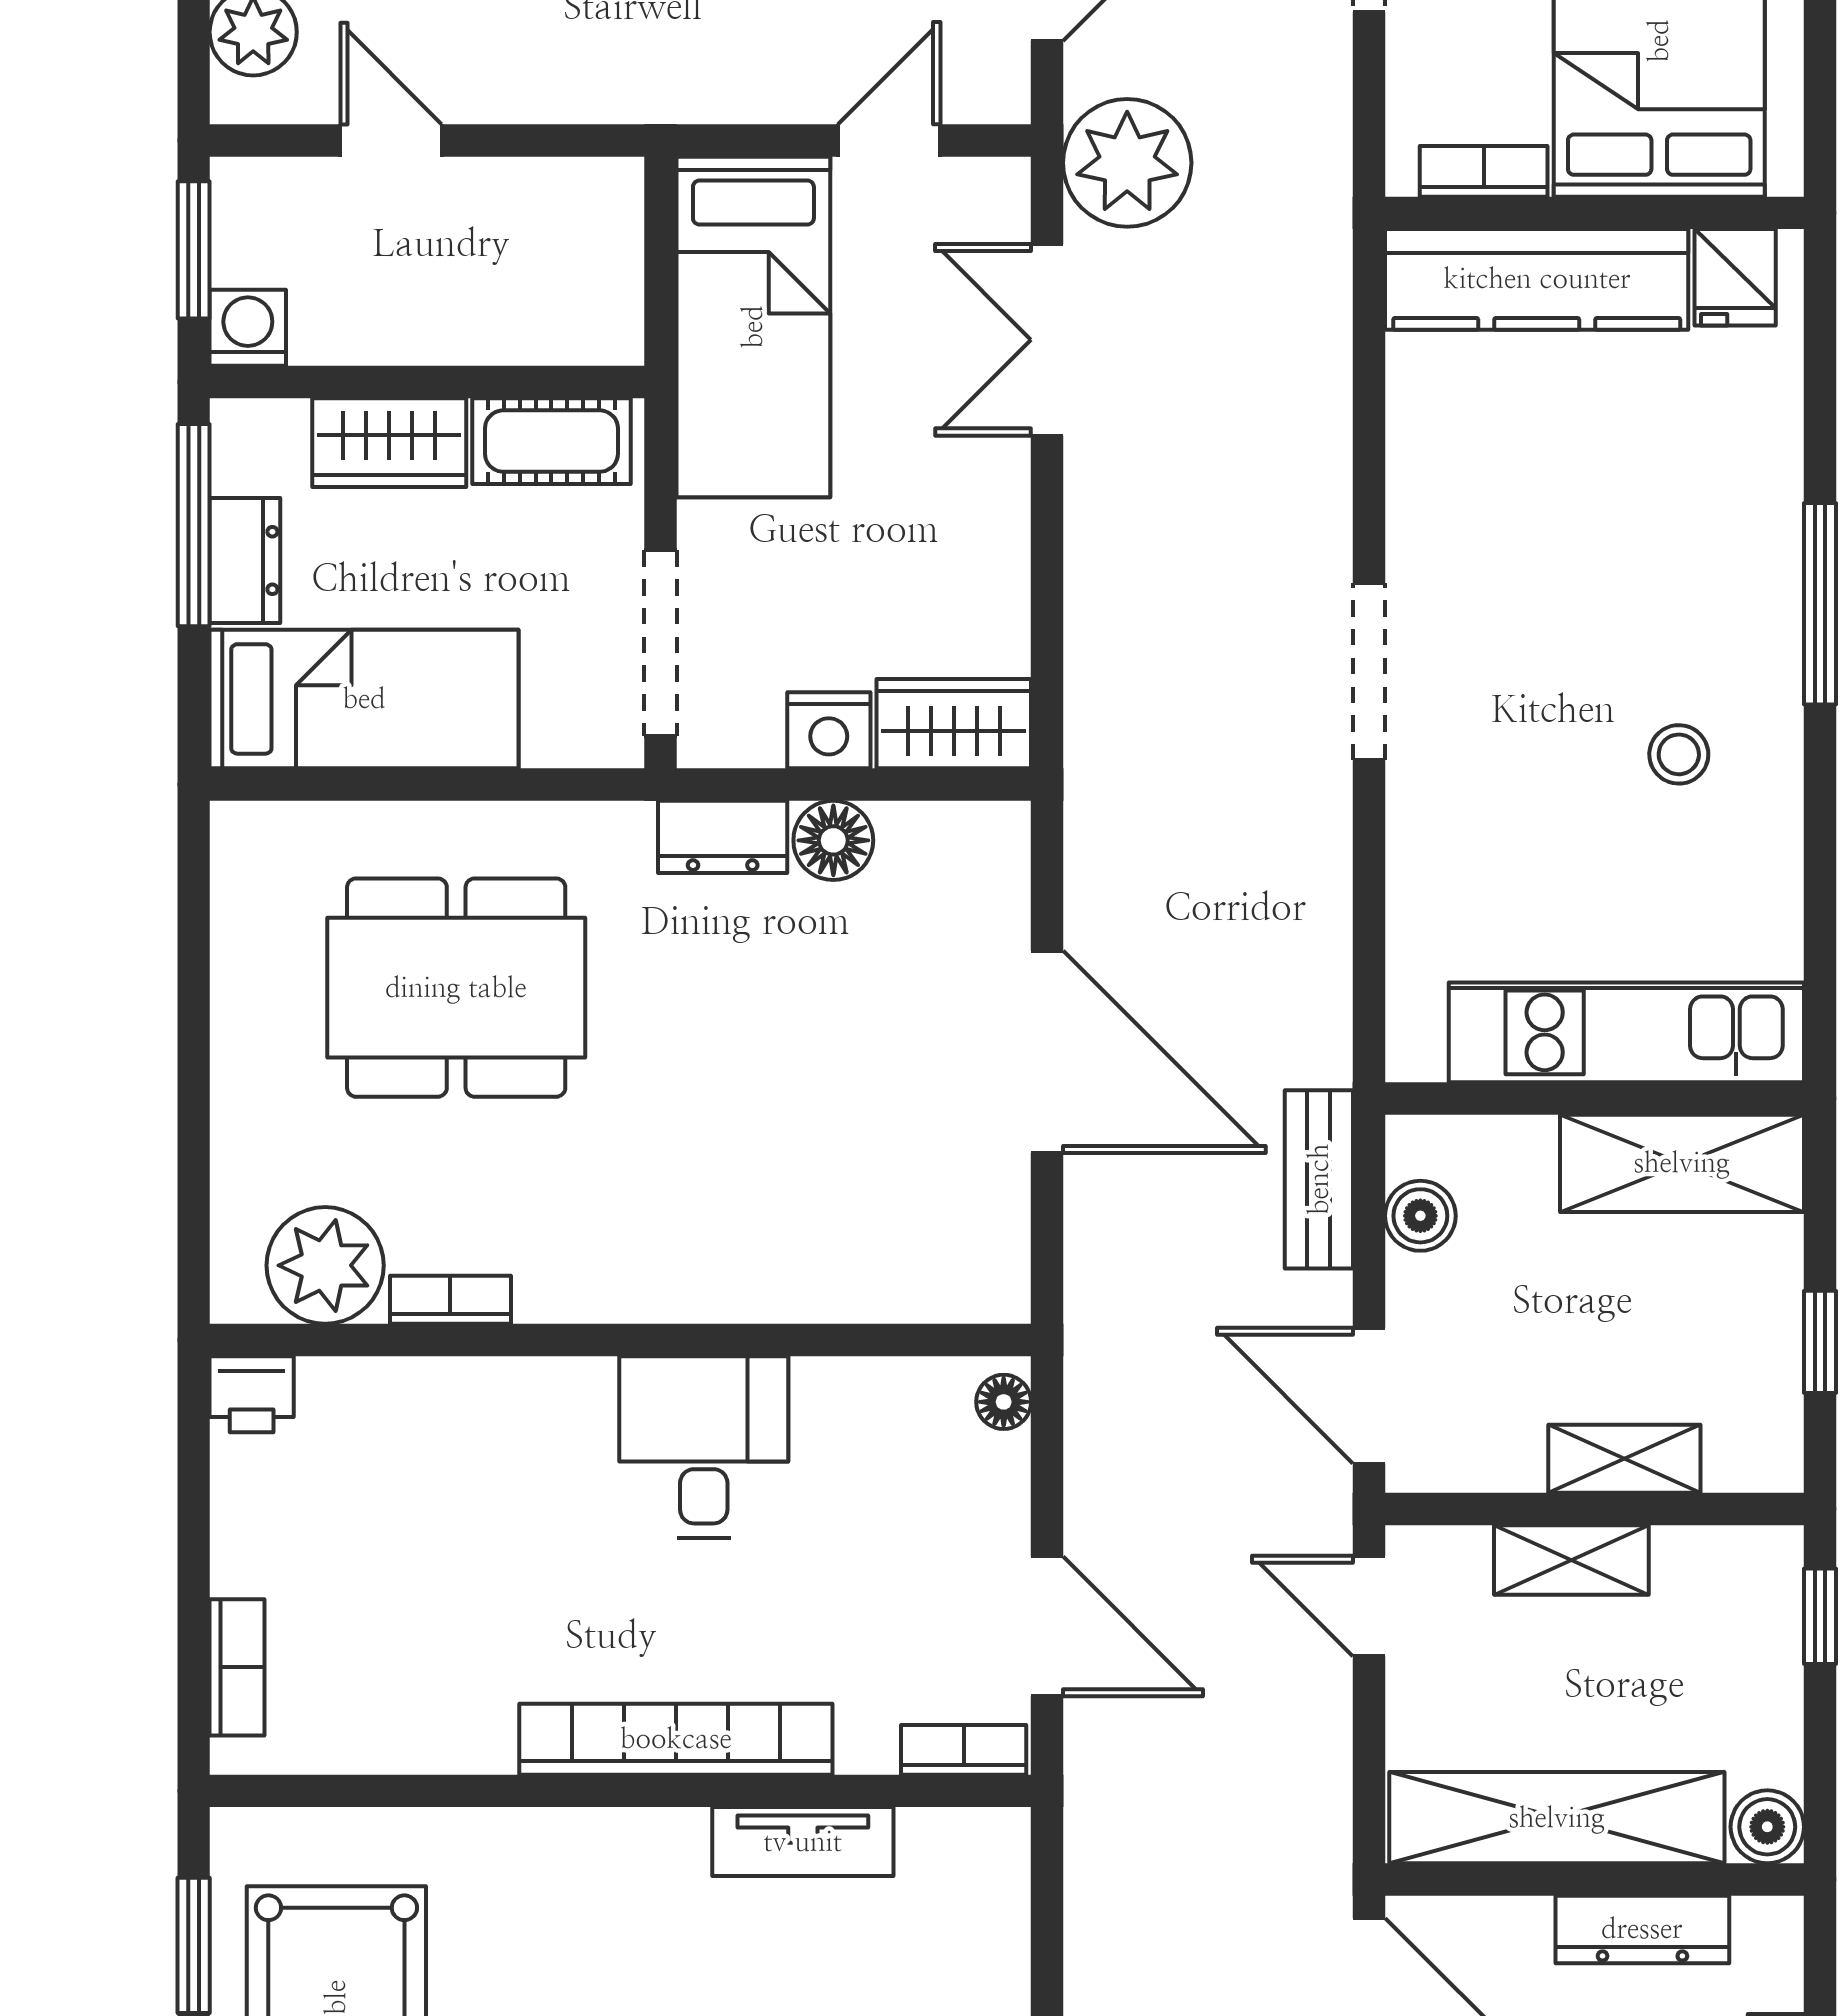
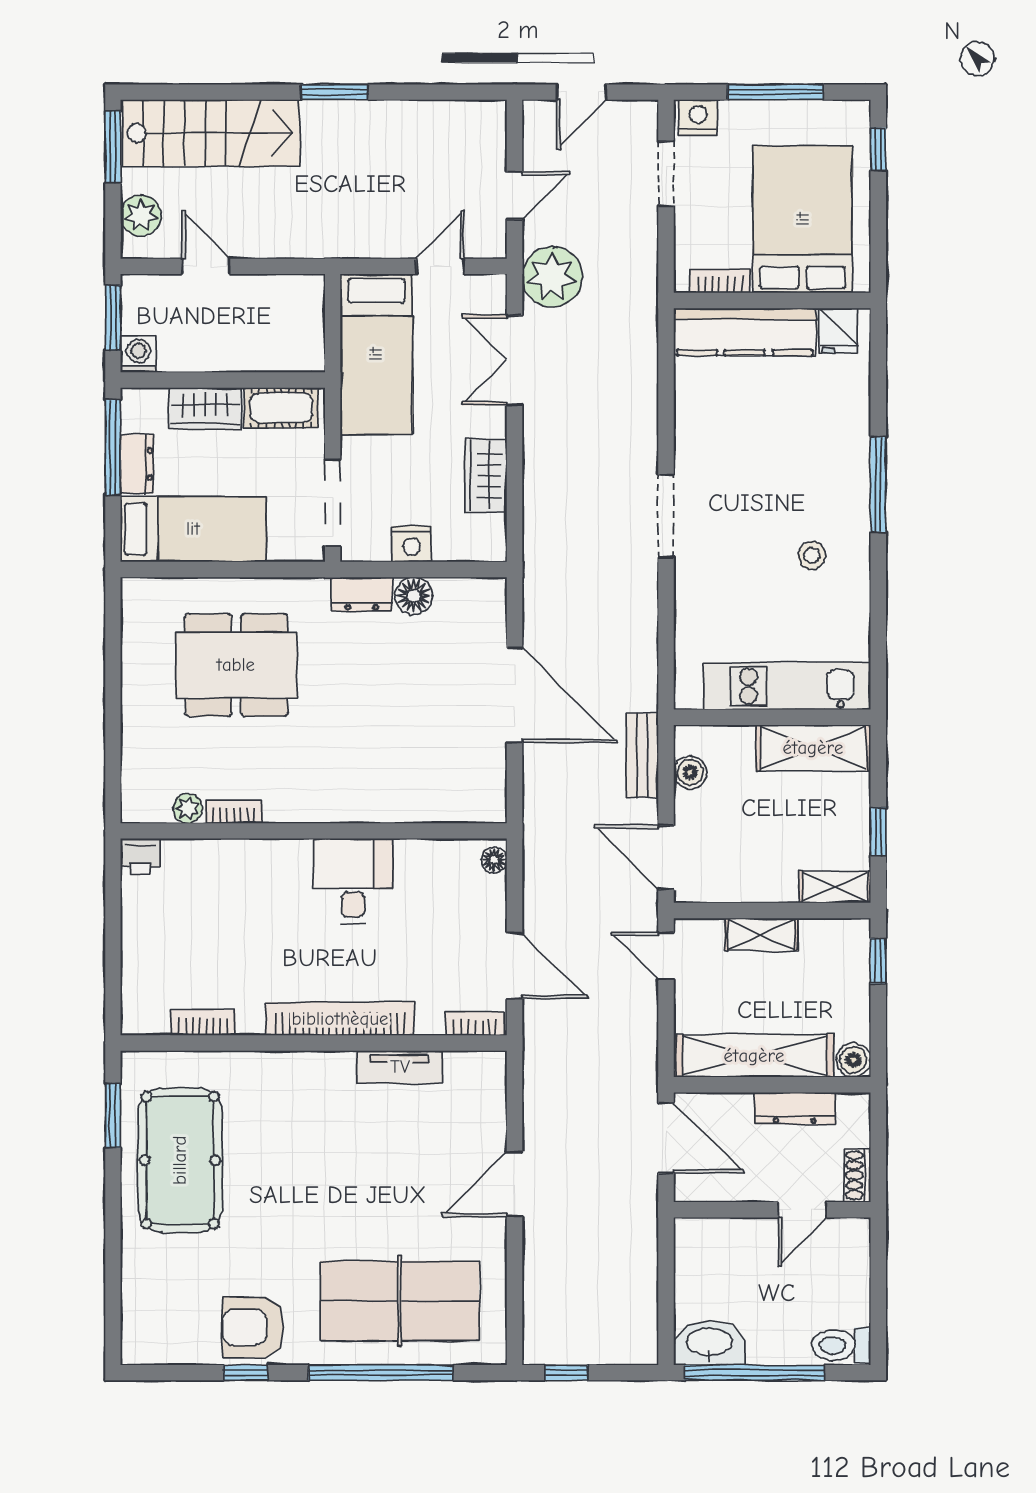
wardrobe: (954, 724) -> (486, 476), moved, turned -90
plant: (325, 1265) -> (188, 809), width x0.53, depth x0.53
shelving: (1624, 1459) -> (835, 887), moved
bookcase: (237, 1667) -> (203, 1023), moved, turned -90

